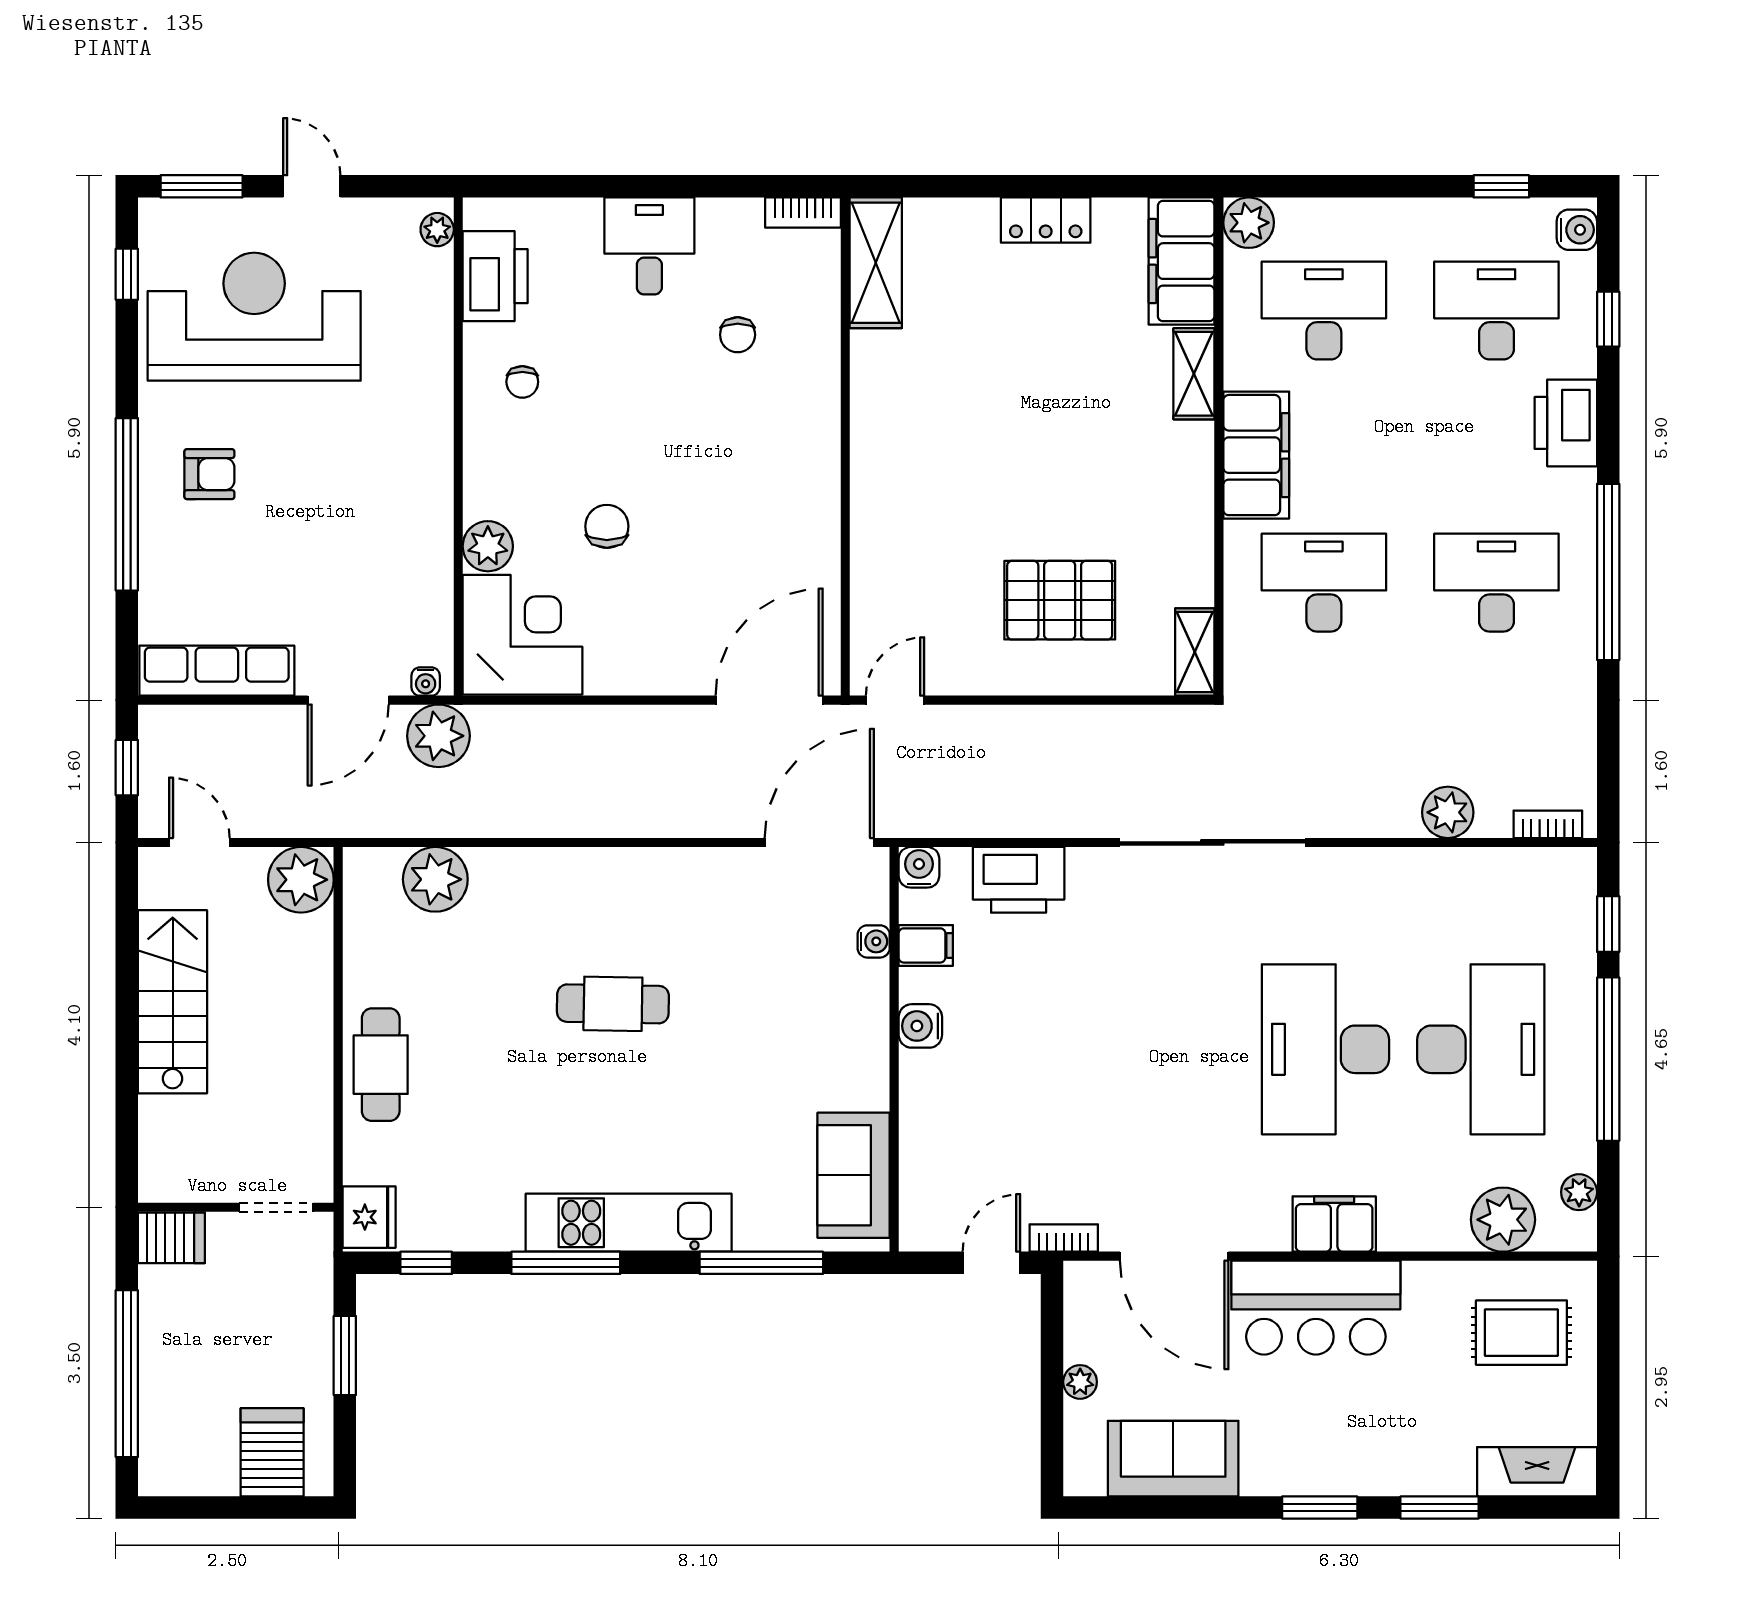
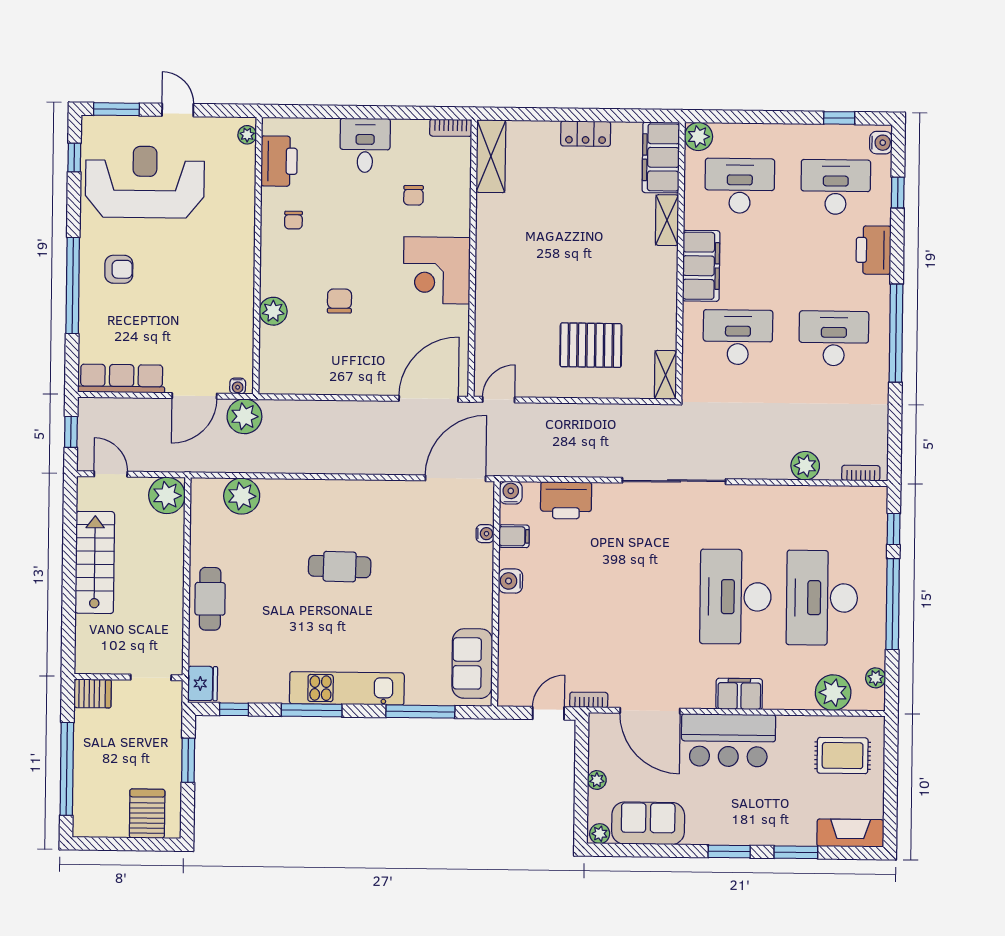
corner desk: (523, 635) -> (437, 270), moved, turned 180
desk: (1481, 1049) -> (822, 598), turned 180
plant: (1086, 1478) -> (600, 834), added

